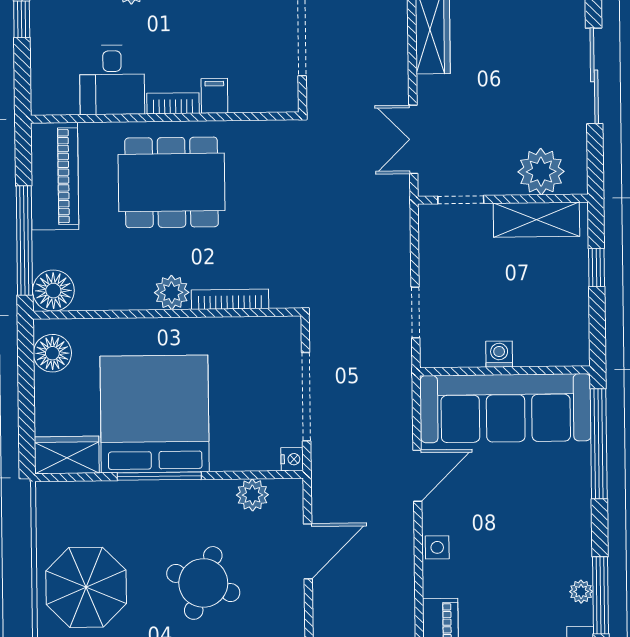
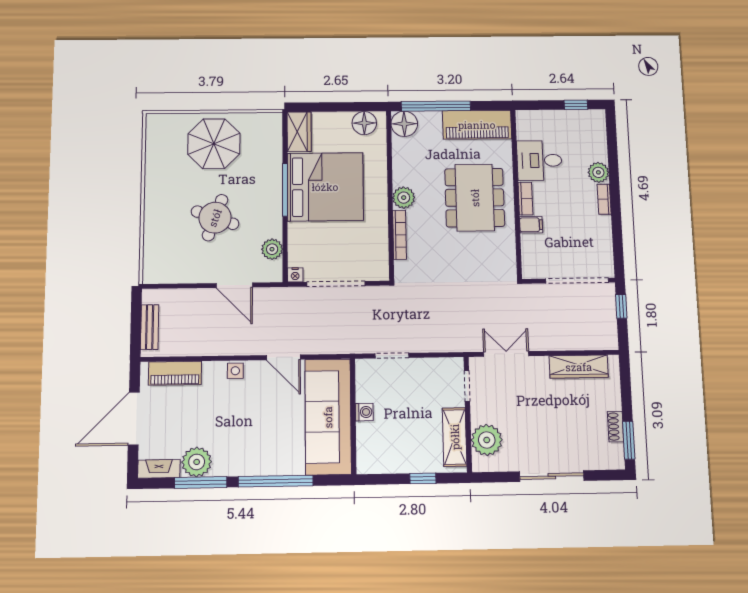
window: (599, 444) -> (276, 481), moved
plant: (581, 592) -> (197, 462), width x1.88, depth x1.88

